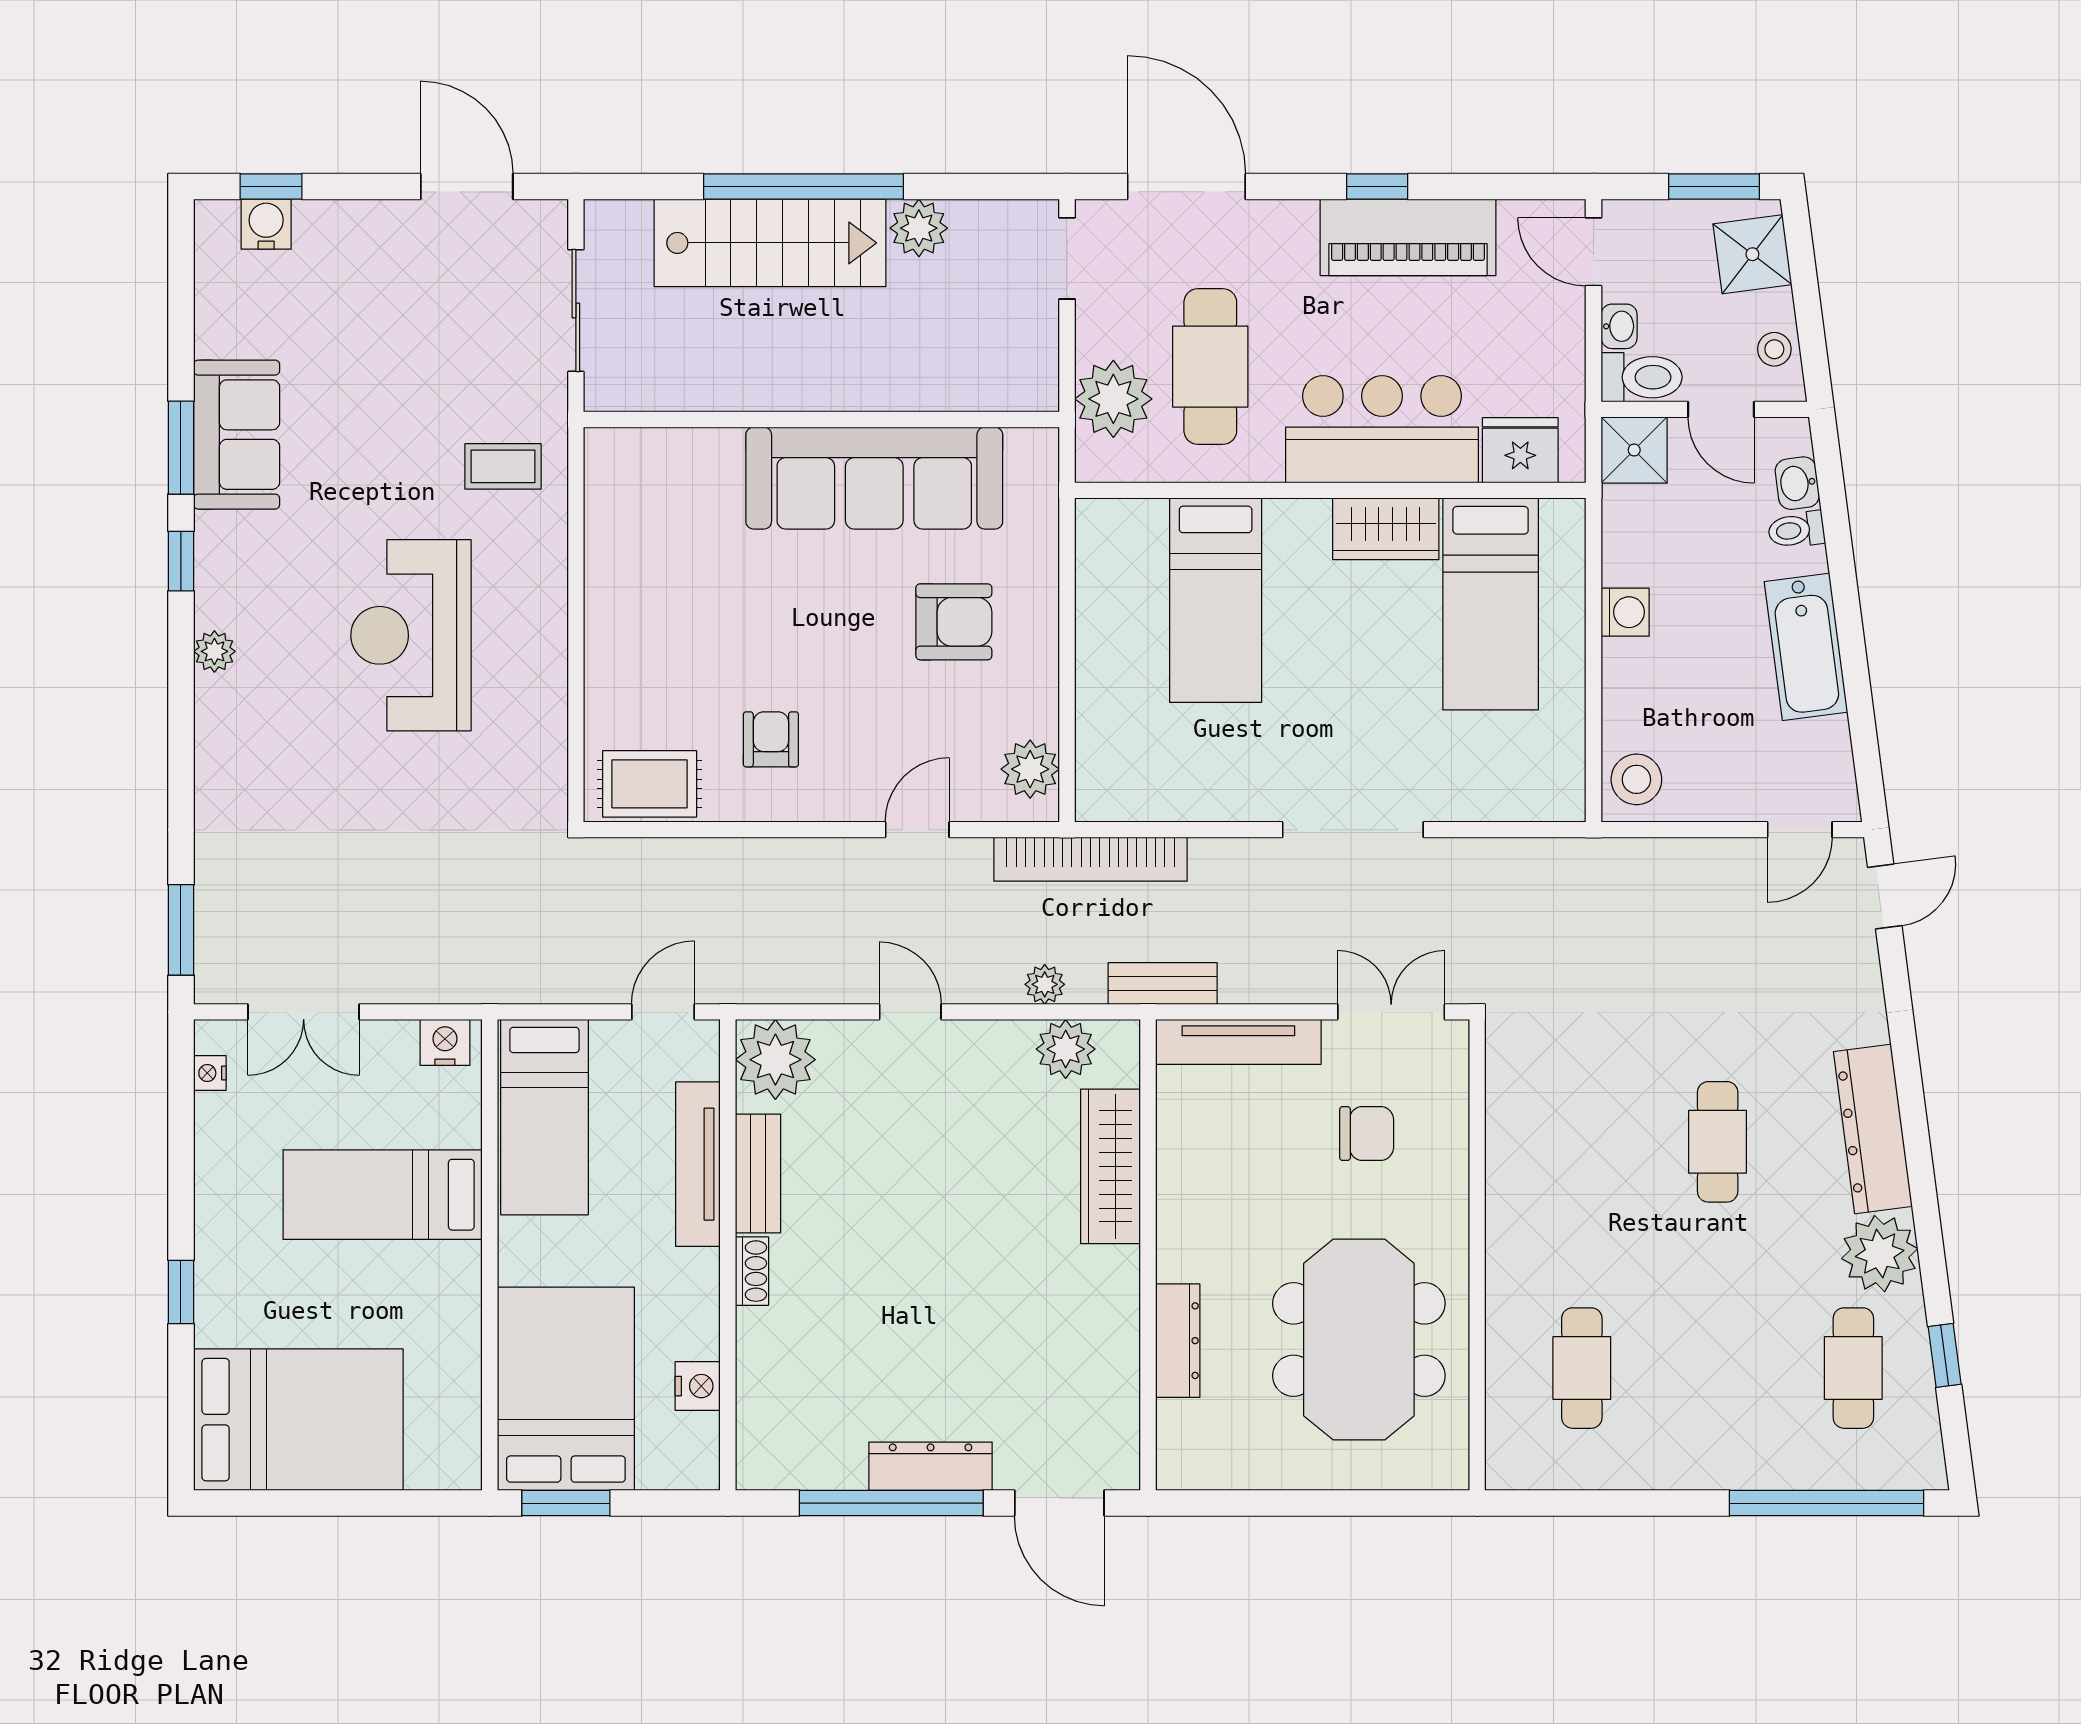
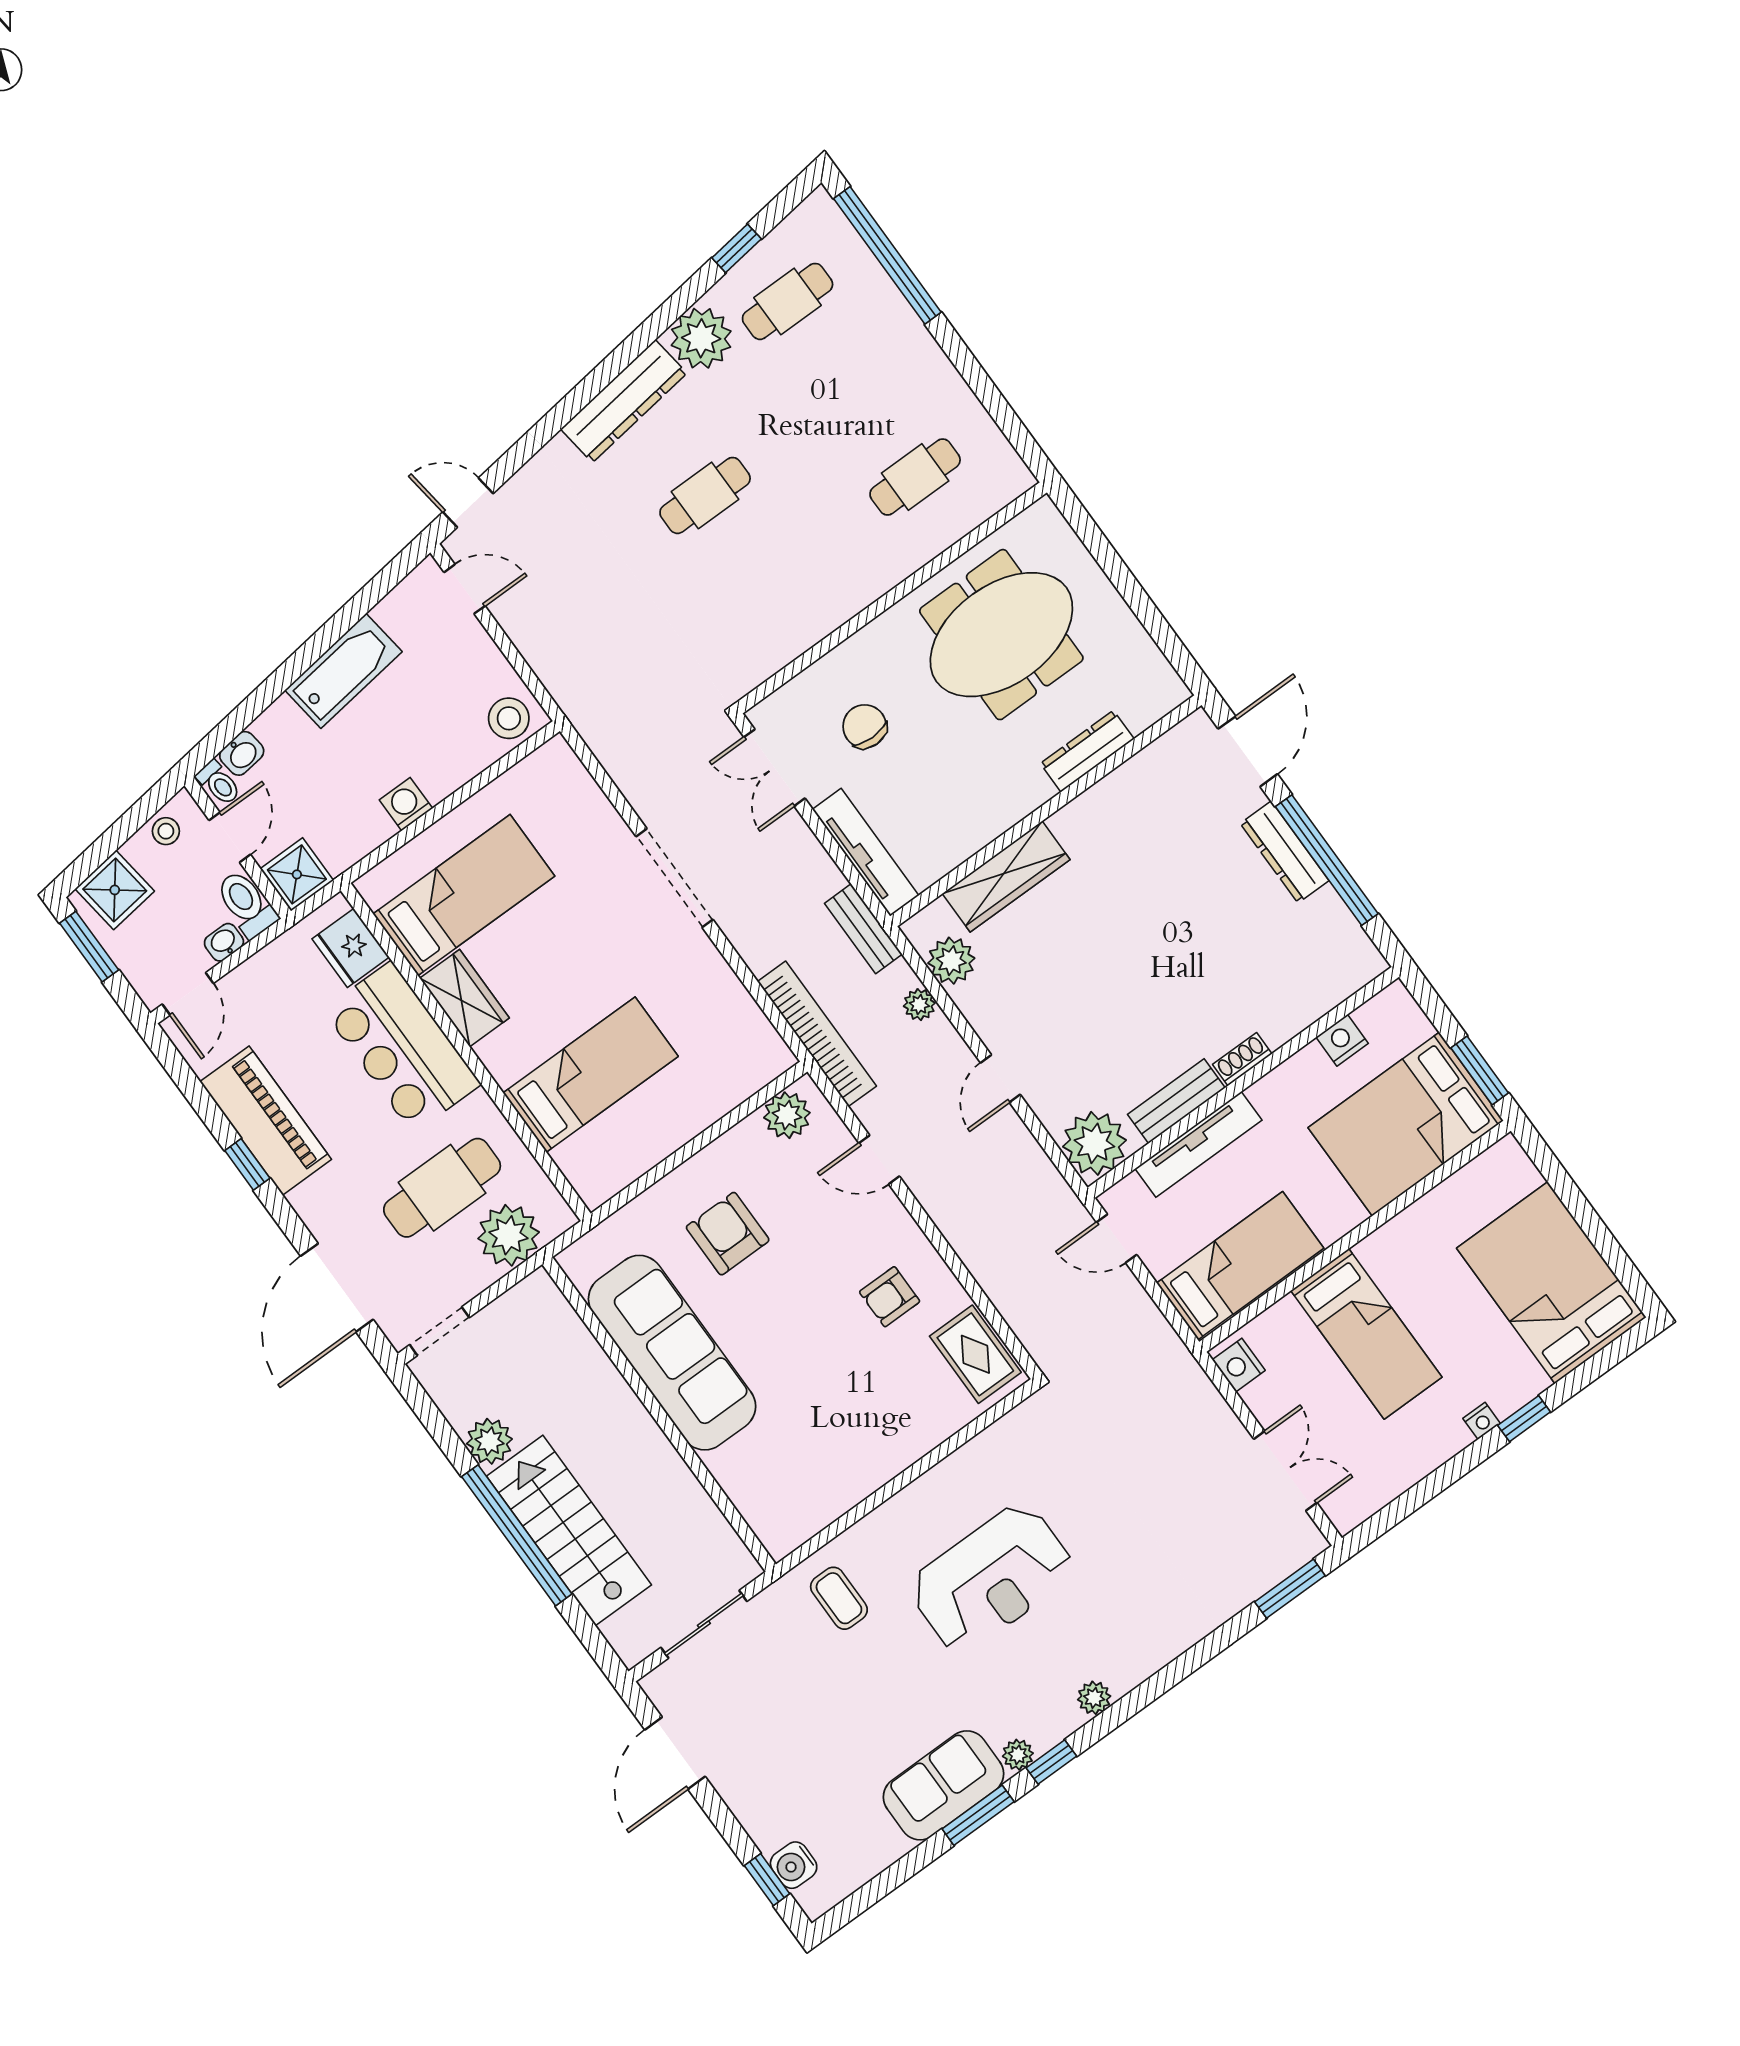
toilet: (1796, 530) -> (219, 783), moved
plant: (213, 532) -> (1018, 1755), added
nightstand: (210, 1073) -> (1482, 1421), moved

